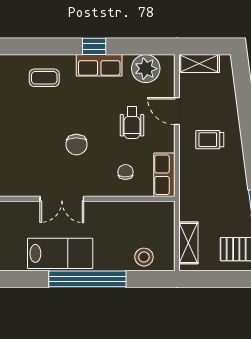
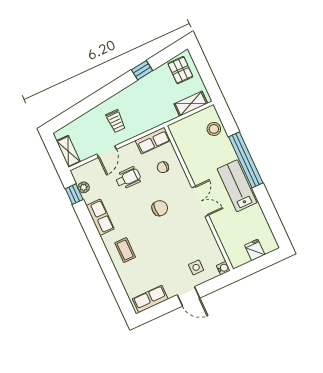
window: (94, 46) -> (74, 194), moved
plant: (146, 69) -> (84, 187), width x0.53, depth x0.53

